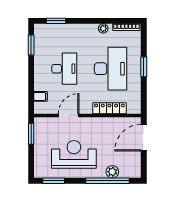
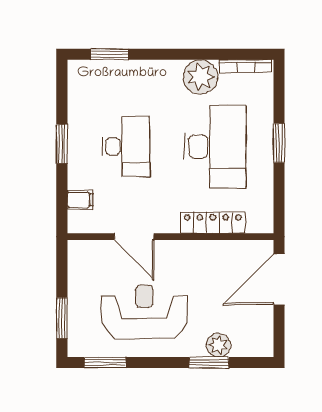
plant: (103, 28) -> (201, 77), width x1.88, depth x1.88
window: (31, 45) -> (62, 144), moved
door: (69, 115) -> (134, 237), swing flipped
window: (31, 134) -> (62, 318), moved
window: (108, 181) -> (209, 363), width x0.47

